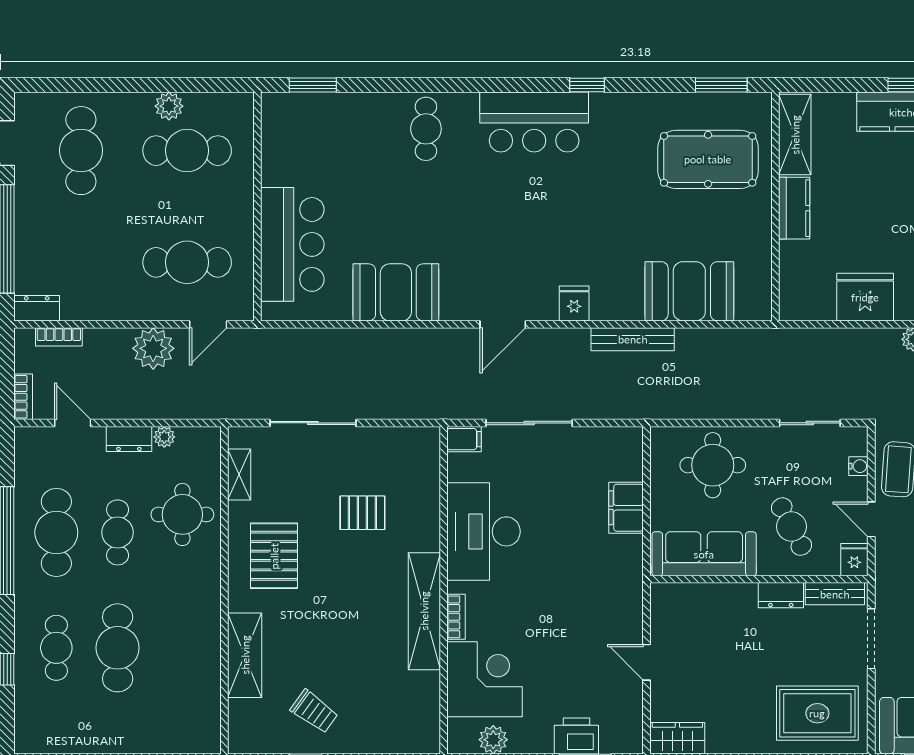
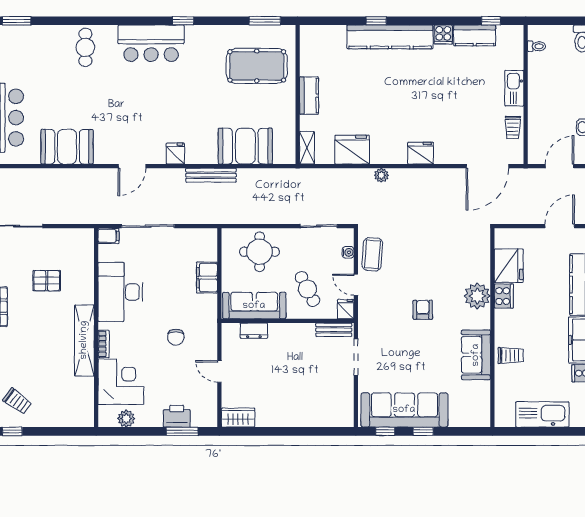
shelving: (795, 135) -> (307, 148), moved, width x0.67, depth x0.75
dresser: (781, 595) -> (254, 331), moved
chair: (575, 606) -> (176, 337), added
rug: (817, 713) -> (323, 402), removed

